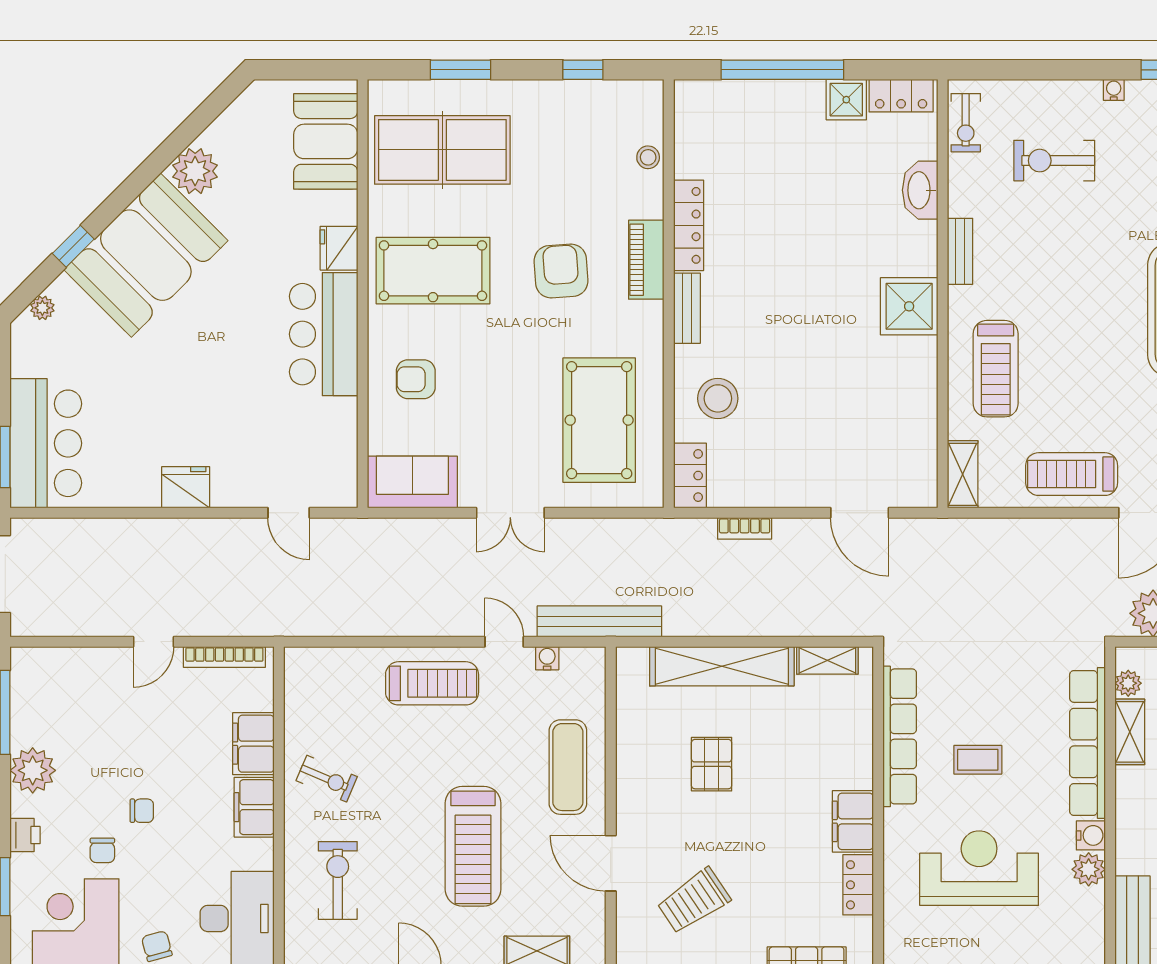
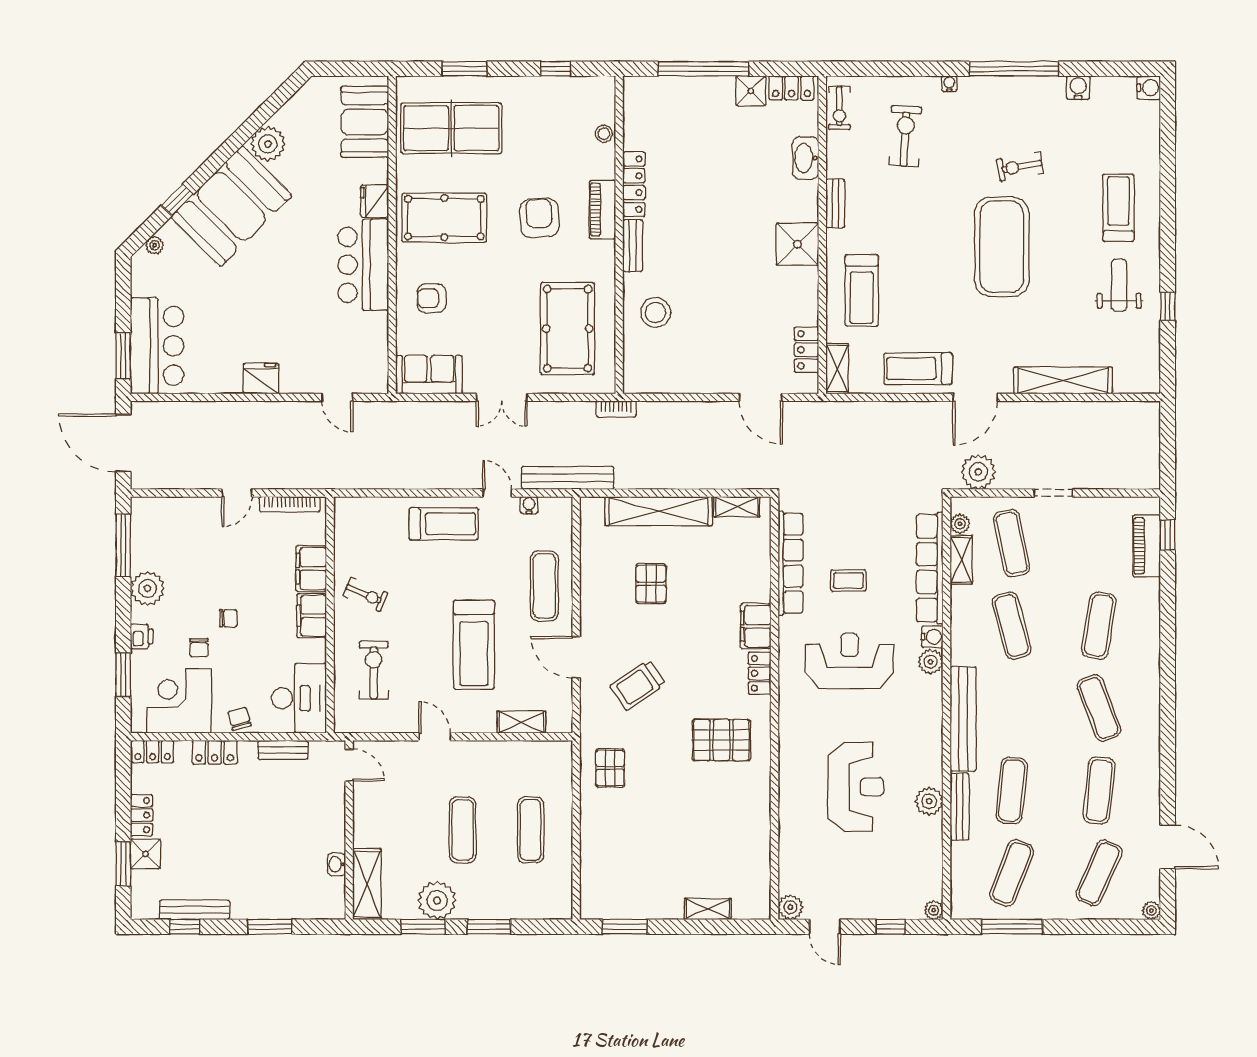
exercise bike: (1054, 161) -> (905, 136), turned 93
locker: (690, 476) -> (807, 350), moved, turned 180
bookcase: (745, 528) -> (616, 409), moved

